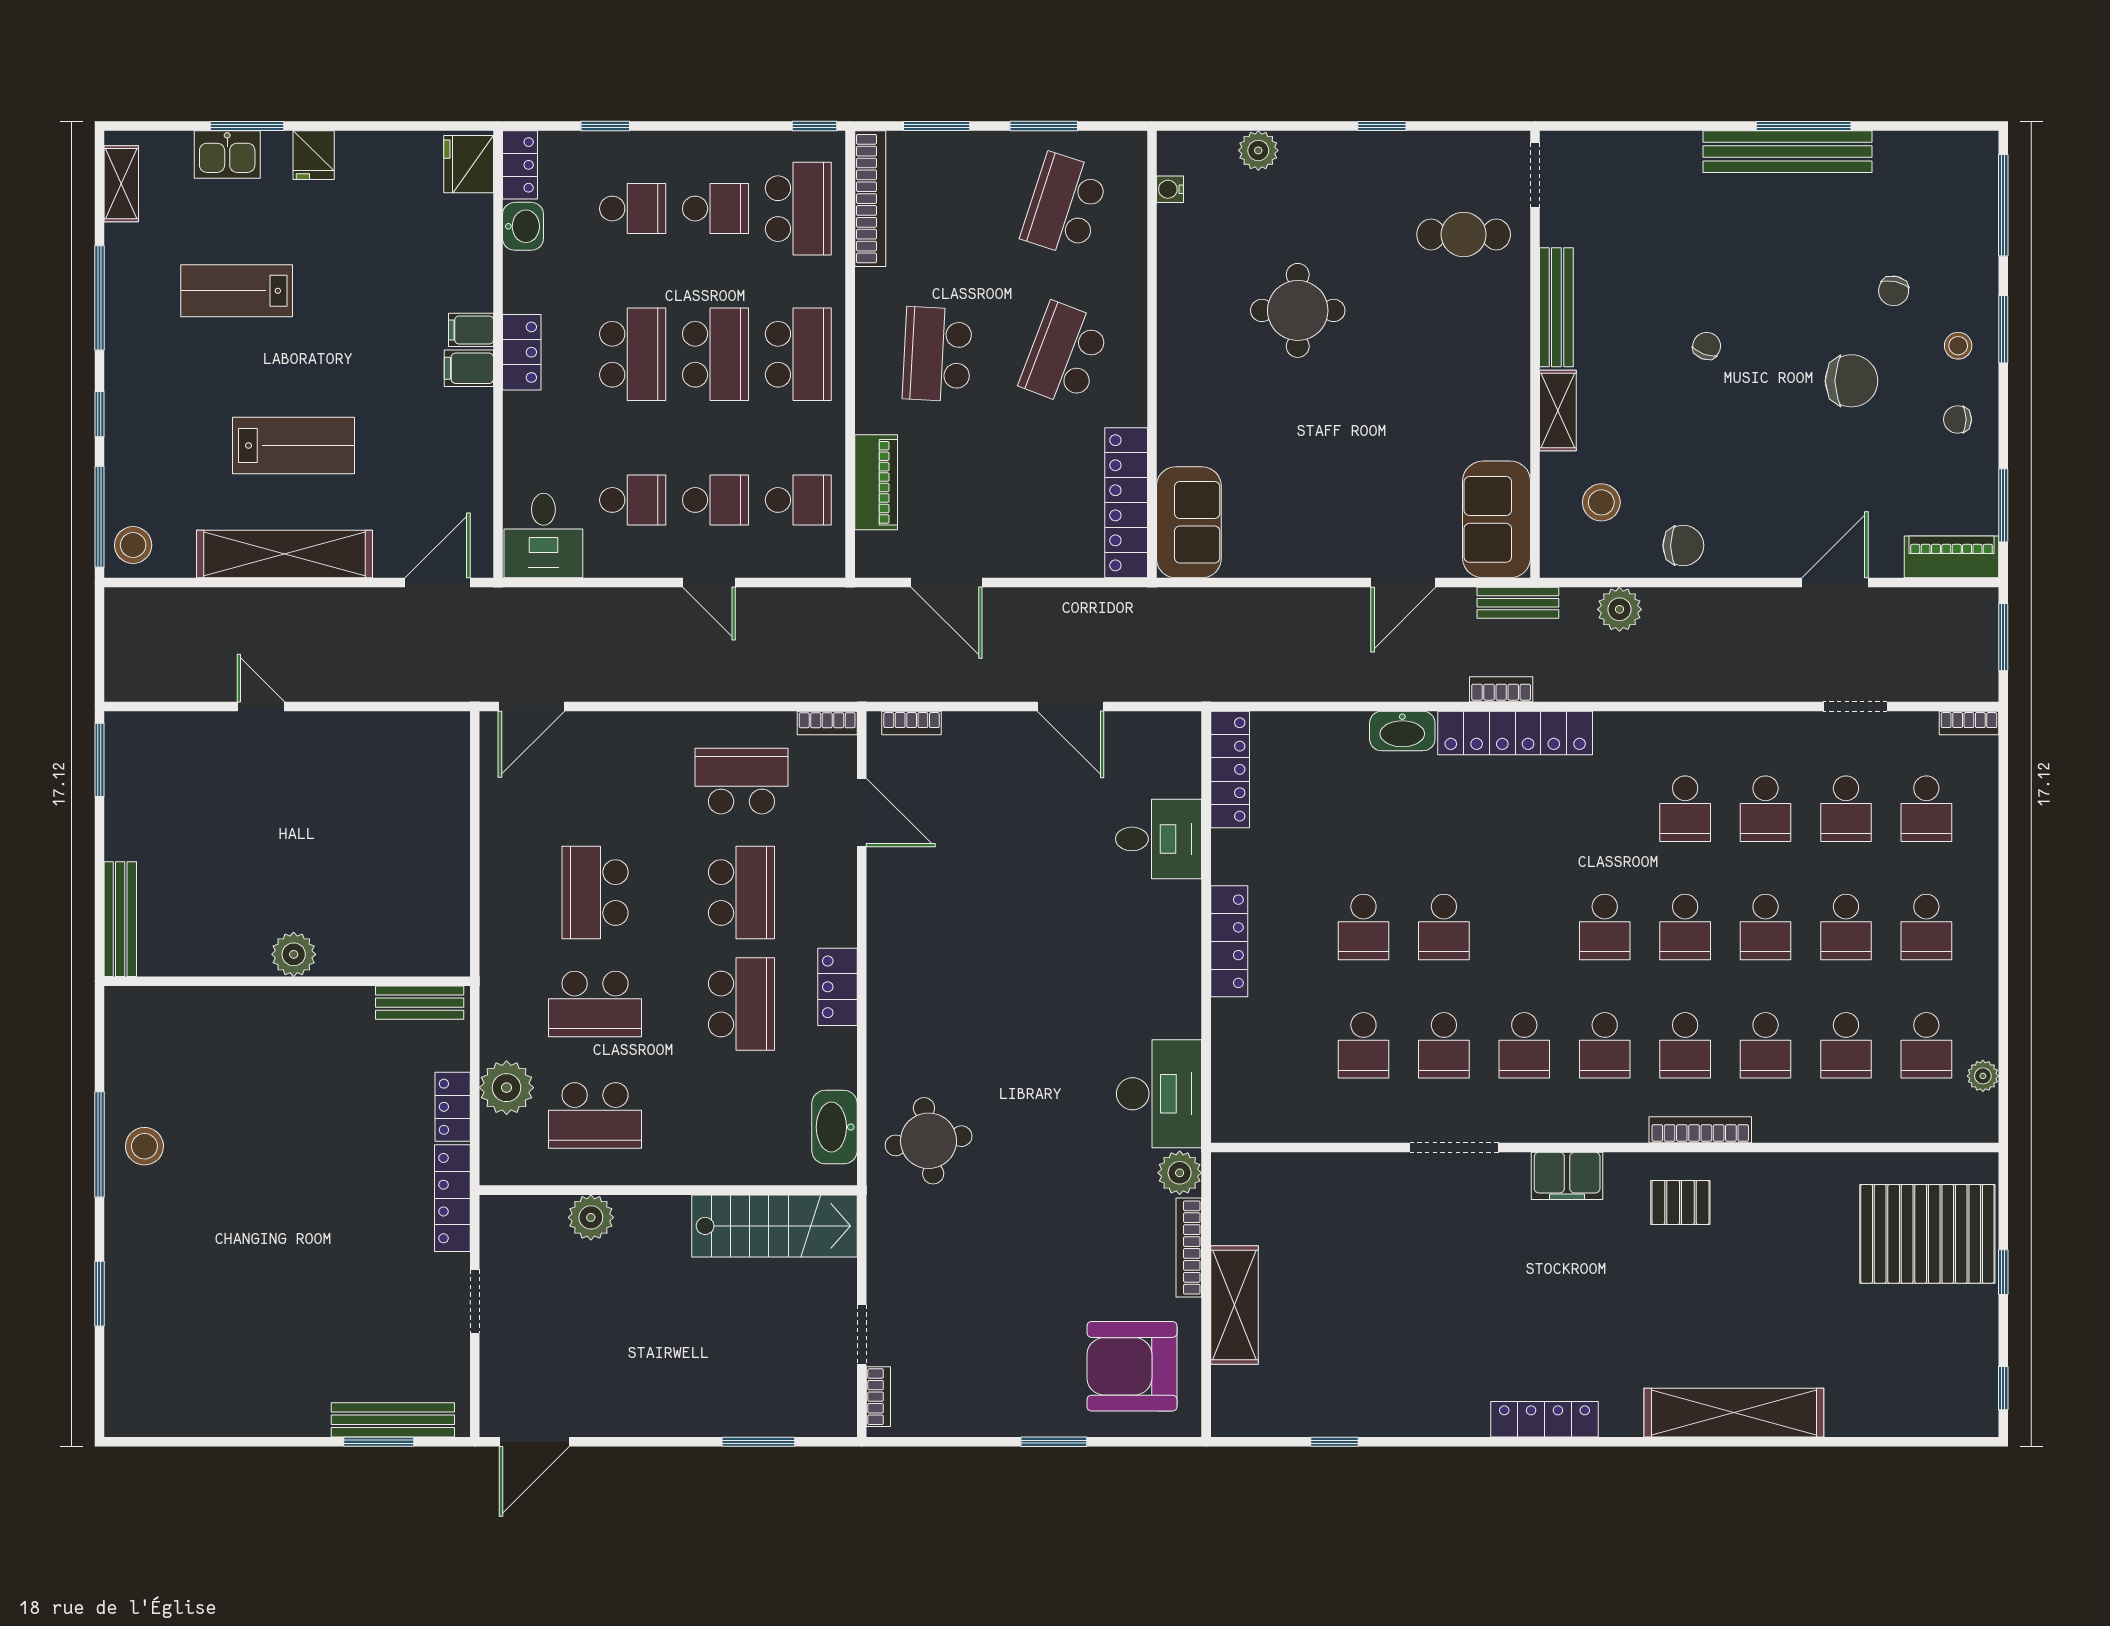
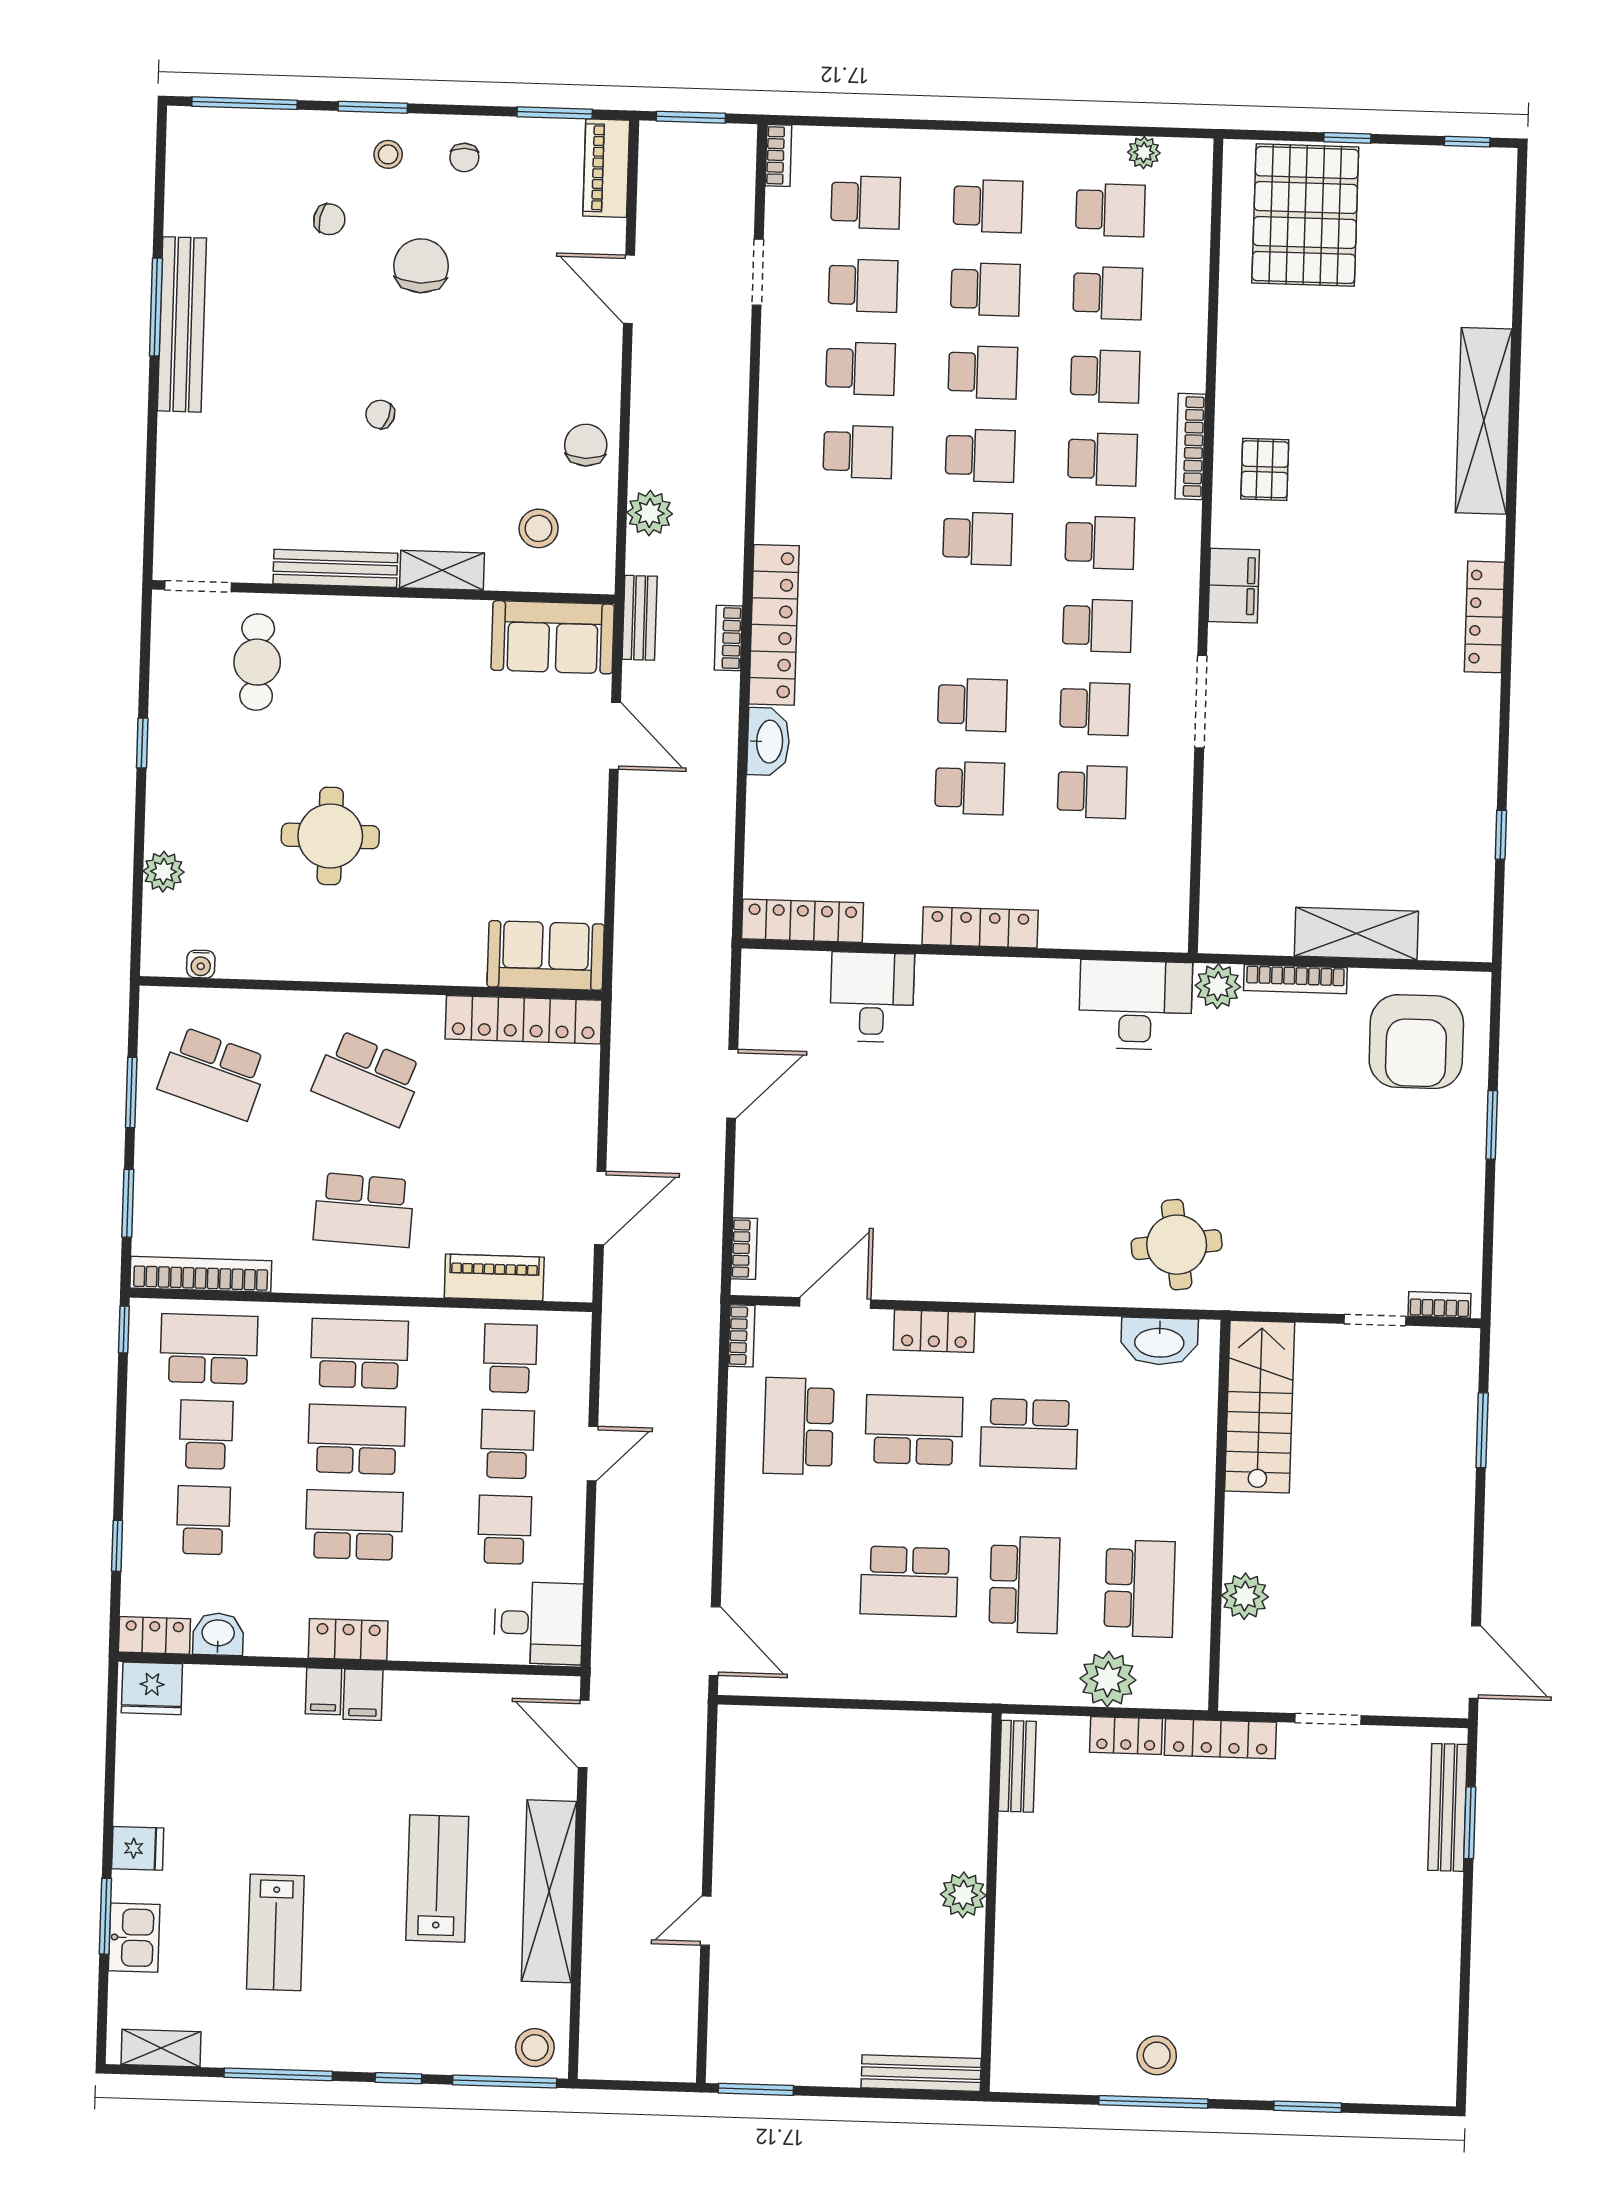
locker: (838, 987) -> (934, 1331), moved
school desk: (741, 1004) -> (1029, 1434), turned 180

